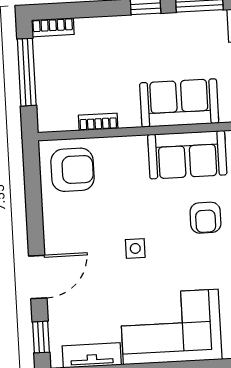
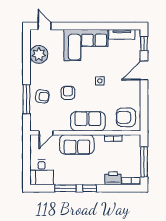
printer: (94, 32) -> (113, 178), added
sofa: (187, 155) -> (88, 121), moved

